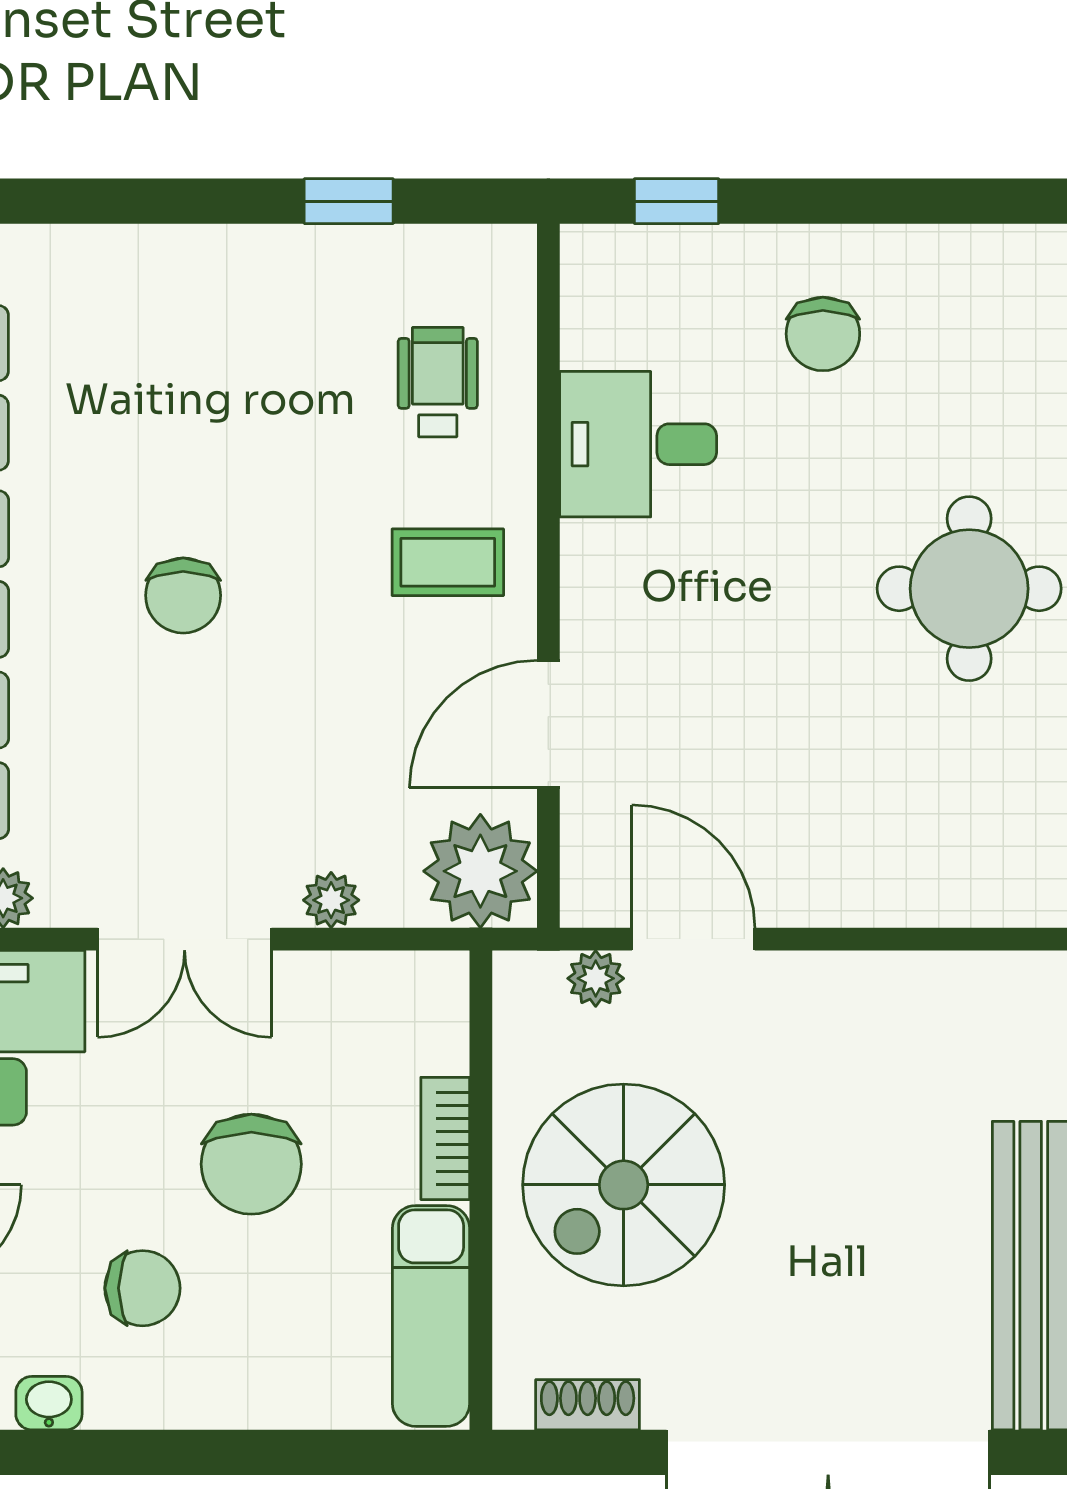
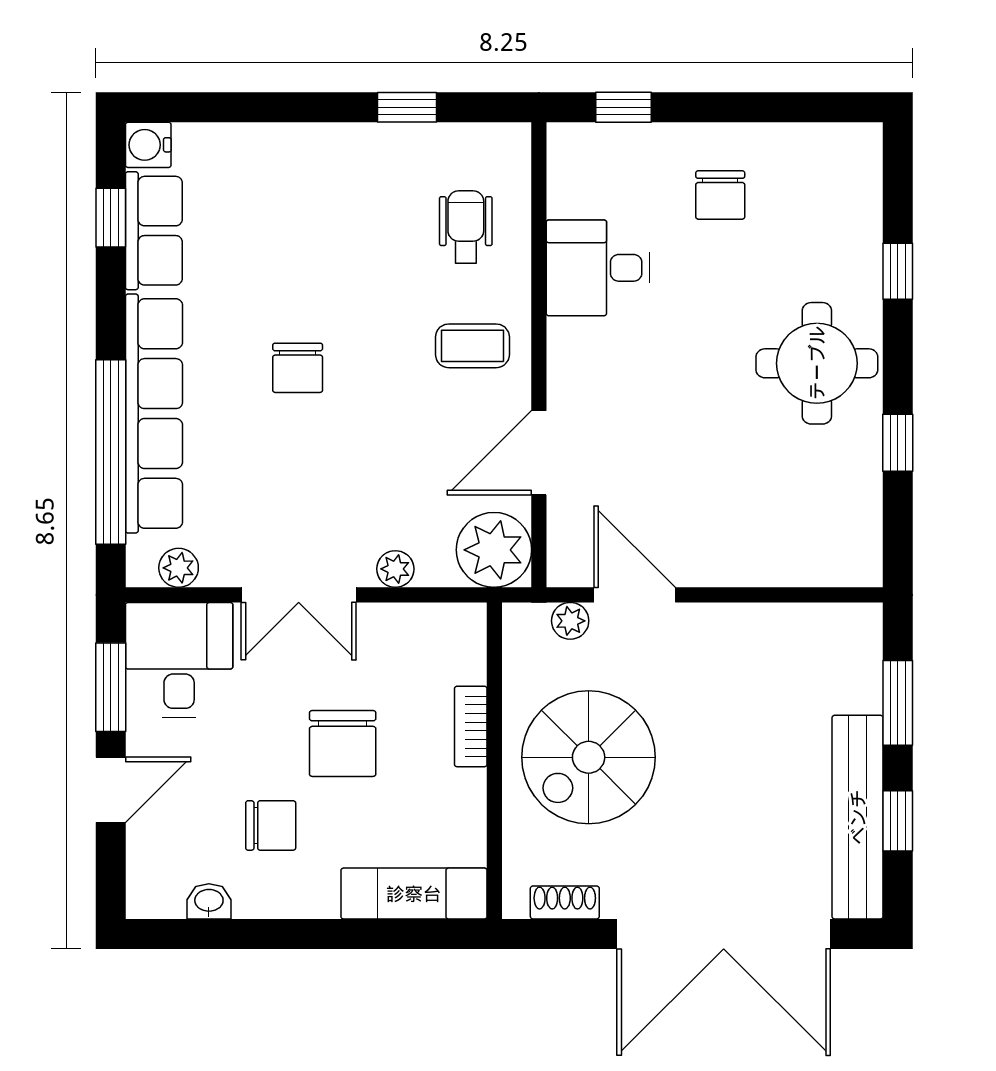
exam couch: (431, 1316) -> (414, 894), moved, turned 90

